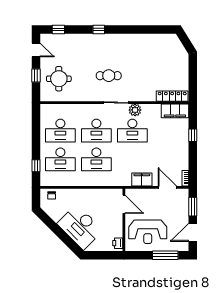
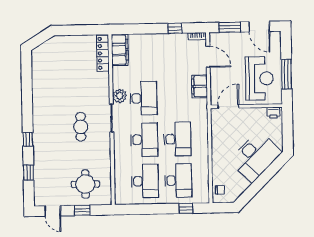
window: (58, 30) -> (28, 173), moved
door: (36, 50) -> (53, 211), swing flipped
window: (193, 135) -> (175, 28), moved
door: (167, 187) -> (208, 57), swing flipped
window: (165, 255) -> (286, 74), moved

